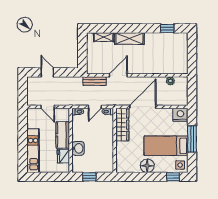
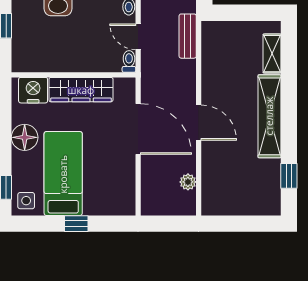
shelving: (129, 38) -> (269, 116), width x1.47
door: (118, 75) -> (199, 123), moved
nightstand: (180, 115) -> (33, 90), moved, turned -90
wardrobe: (122, 125) -> (81, 90), moved
window: (192, 139) -> (76, 224), width x0.46

